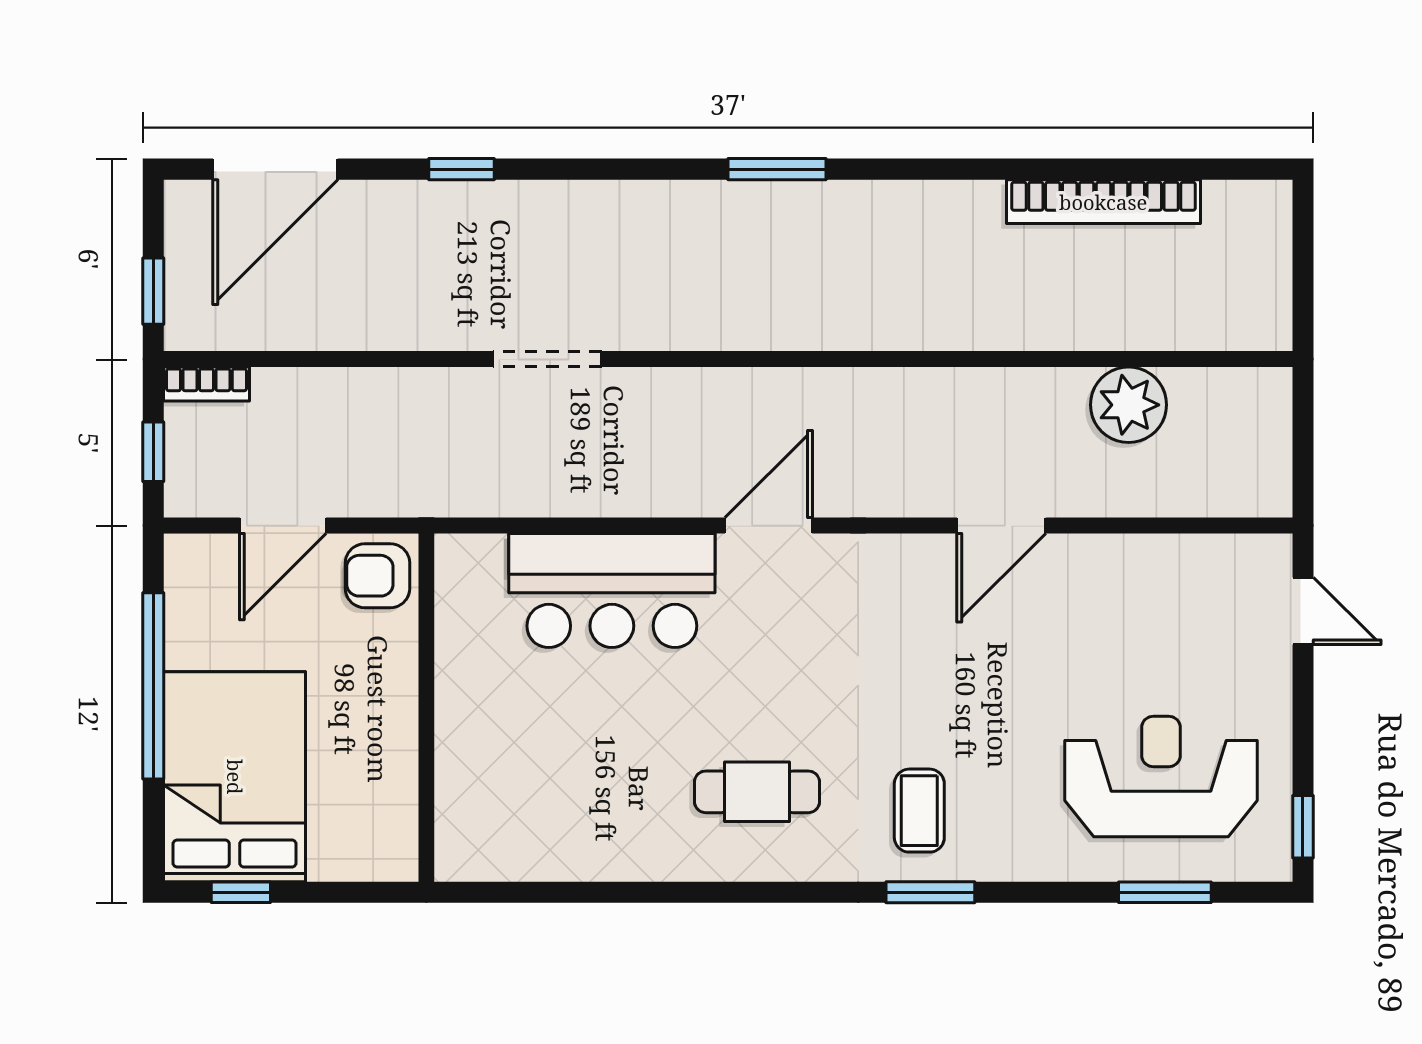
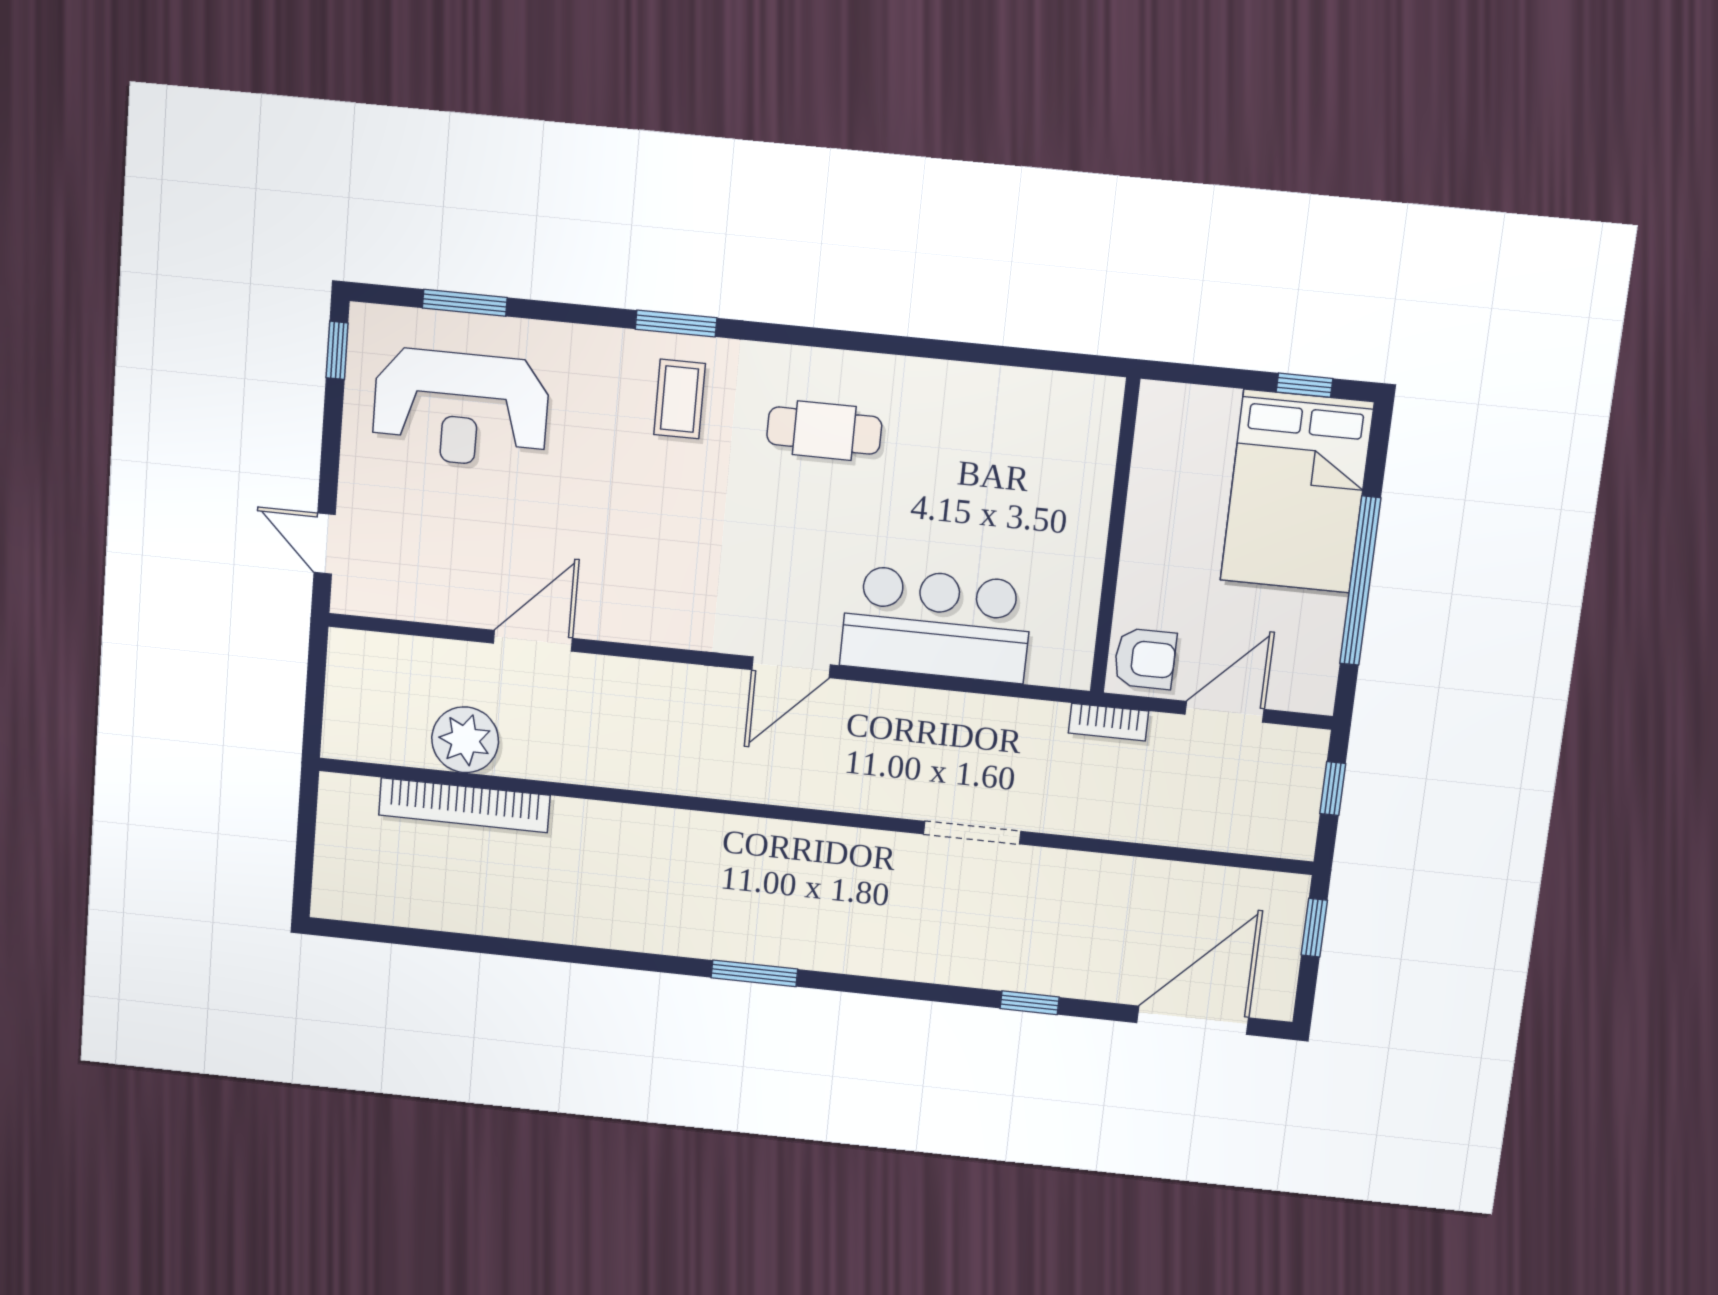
bookcase: (1103, 202) -> (464, 805), moved, turned 180
bookcase: (206, 384) -> (1108, 722), moved, turned 180
door: (1001, 526) -> (533, 641), moved

